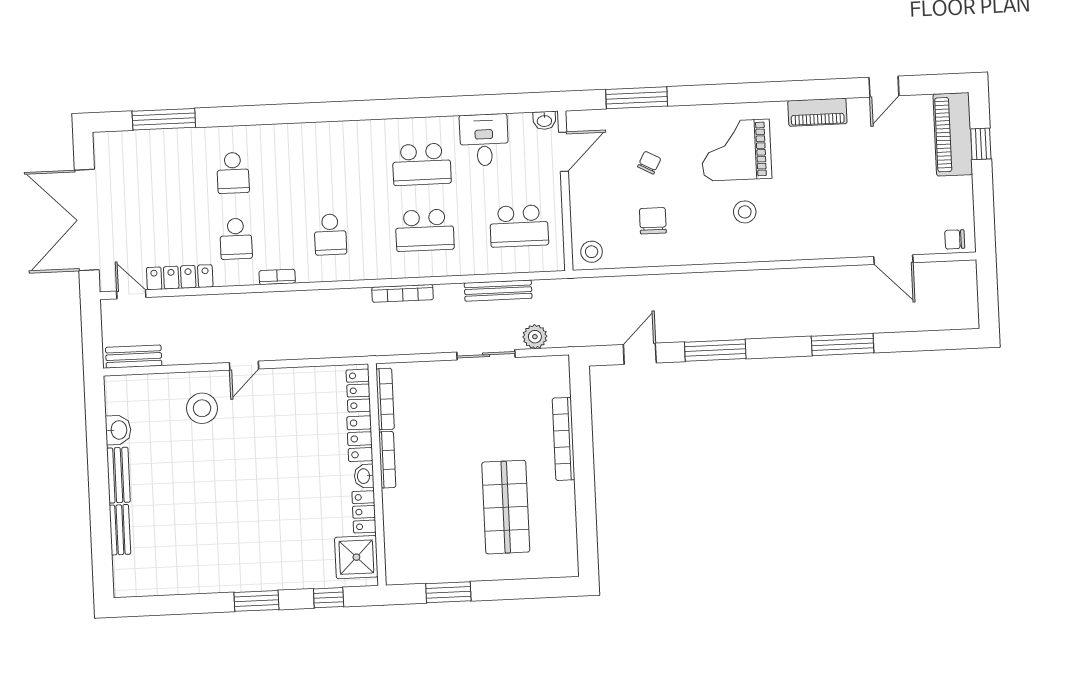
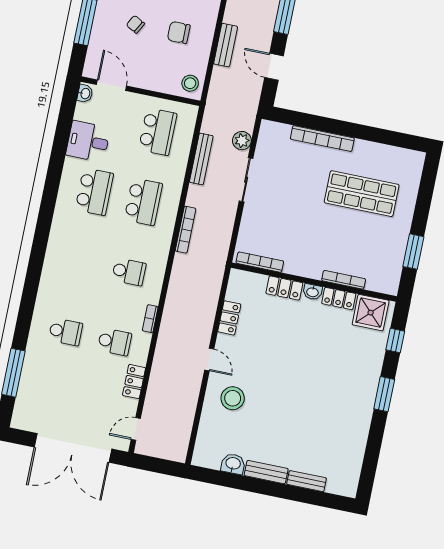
locker: (180, 277) -> (134, 382), width x0.66
bench: (134, 357) -> (226, 45), moved
locker: (358, 391) -> (229, 318), moved, turned -90
bookcase: (387, 460) -> (344, 280), moved

